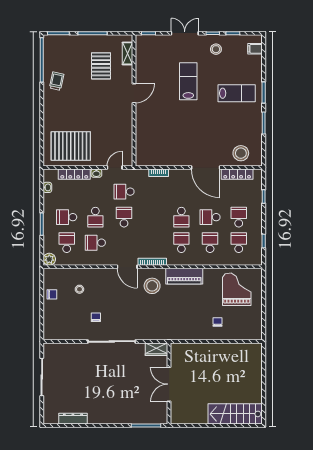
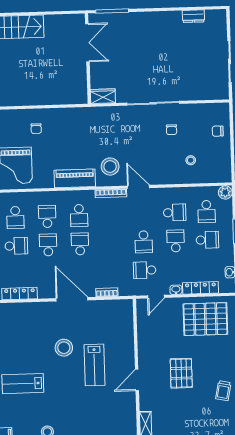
pallet: (101, 66) -> (181, 373), moved
lab bench: (188, 81) -> (94, 365), moved
stool: (241, 153) -> (64, 348), moved
door: (206, 168) -> (72, 299), moved
school desk: (124, 192) -> (145, 270), turned 180
school desk: (210, 217) -> (48, 245), turned -90
school desk: (239, 217) -> (16, 246), turned -90
school desk: (210, 243) -> (47, 217), turned 180
chair: (52, 294) -> (218, 131), moved
double door: (169, 384) -> (87, 43), moved
dresser: (73, 419) -> (193, 16), width x0.70

